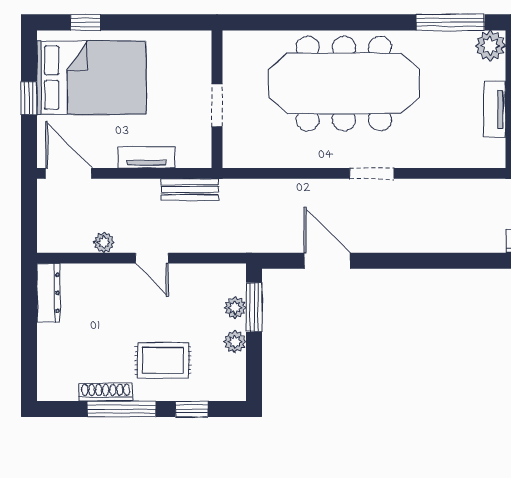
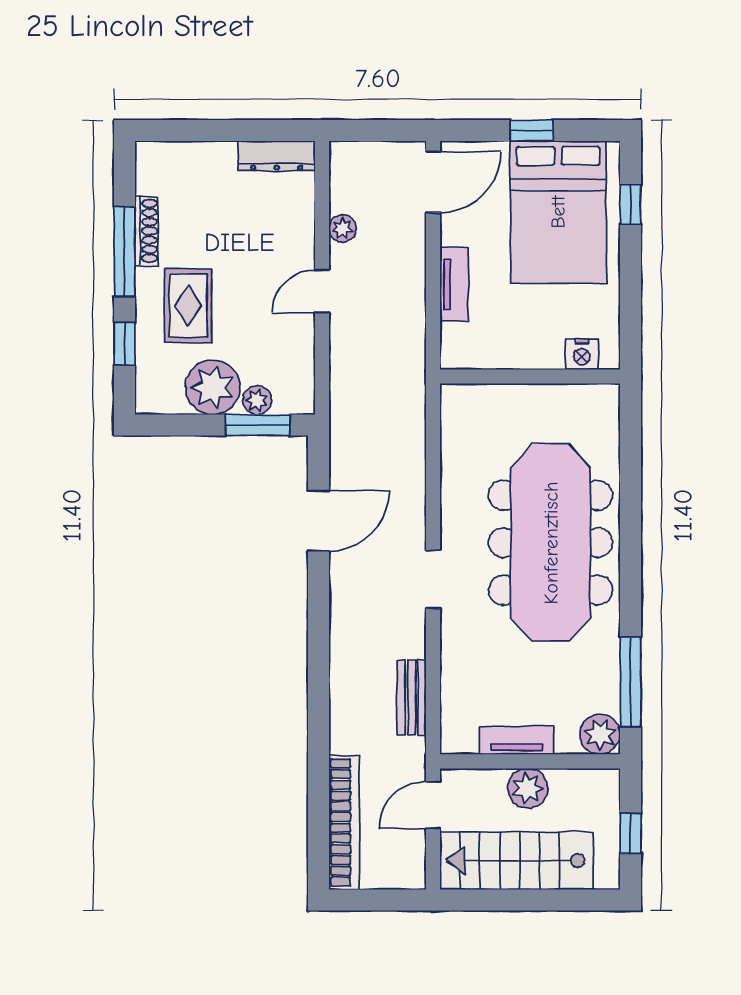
nightstand: (200, 60) -> (582, 354), added
doorway: (217, 105) -> (522, 377), removed
bench: (190, 190) -> (412, 698), moved
plant: (235, 342) -> (213, 387), width x1.87, depth x1.87

